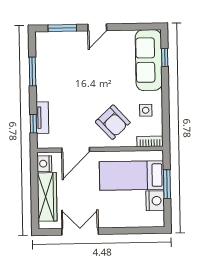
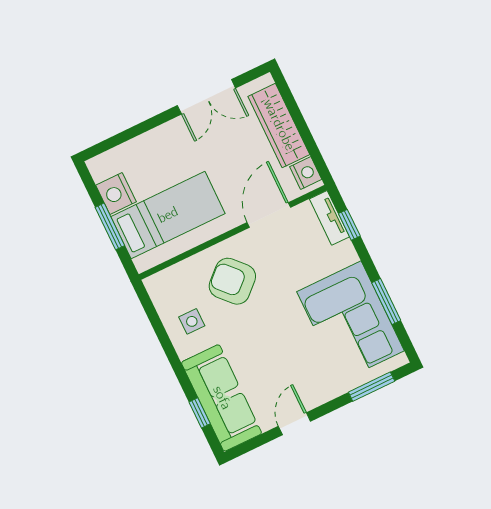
door: (97, 27) -> (294, 424), moved
corner sofa: (57, 70) -> (351, 321), added
tv unit: (42, 118) -> (329, 218), moved
bookcase: (150, 141) -> (164, 278), removed

